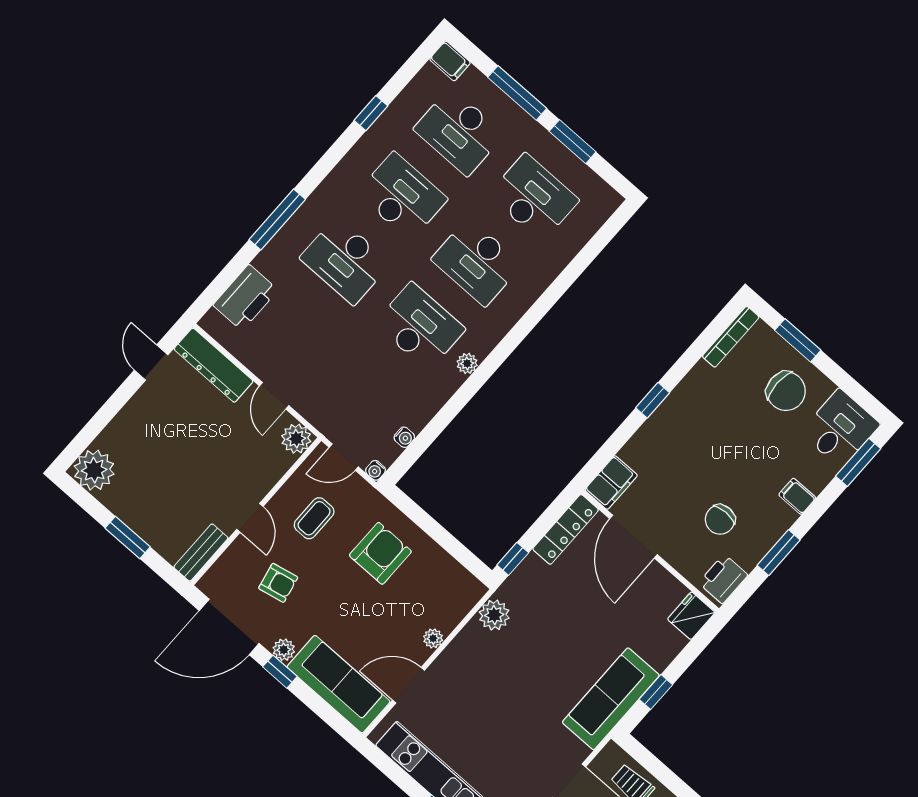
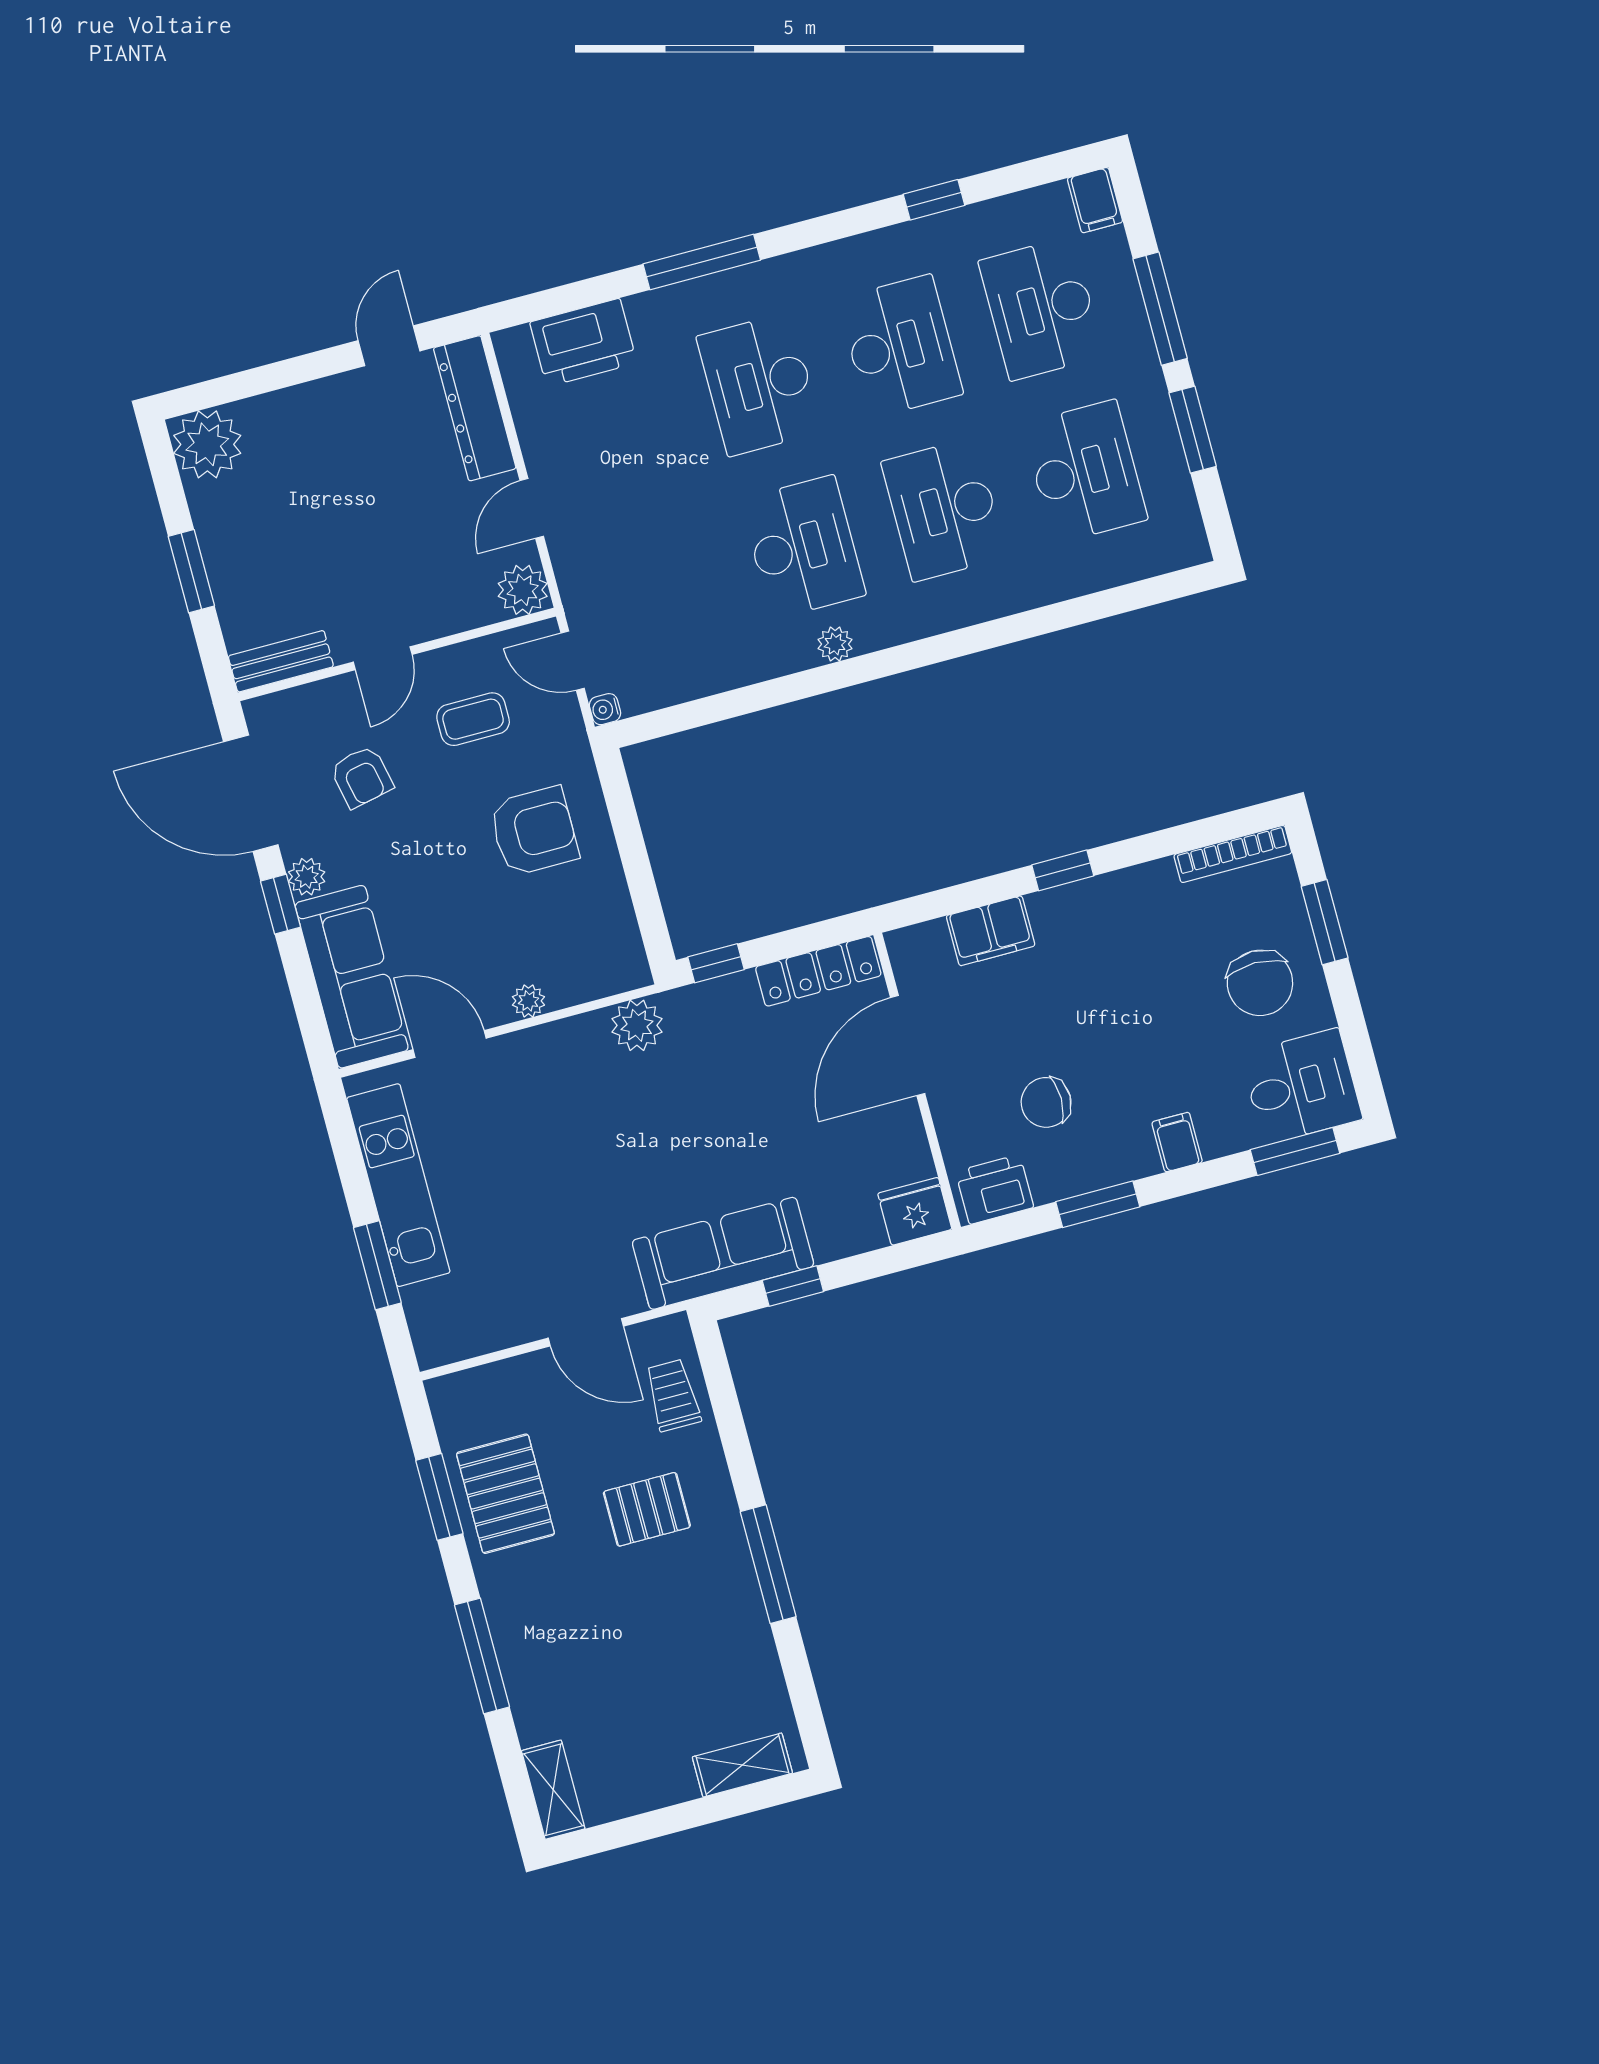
water cooler: (404, 437) -> (677, 689), removed
filing cabinet: (611, 483) -> (991, 931), moved

